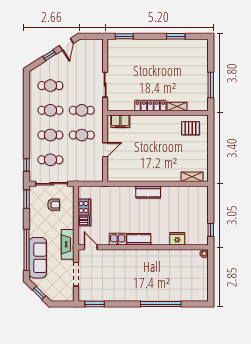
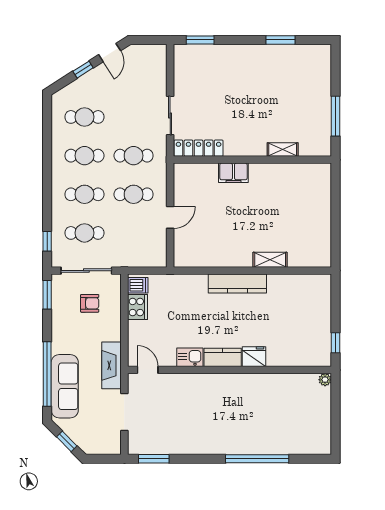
locker: (150, 105) -> (199, 148), moved
filing cabinet: (120, 121) -> (233, 173), moved
pallet: (190, 128) -> (304, 184), removed
shelving: (192, 177) -> (270, 260), moved
kitchen counter: (148, 192) -> (237, 283), width x1.50
dishwasher: (85, 221) -> (138, 285), moved
fridge: (177, 239) -> (254, 357), moved

